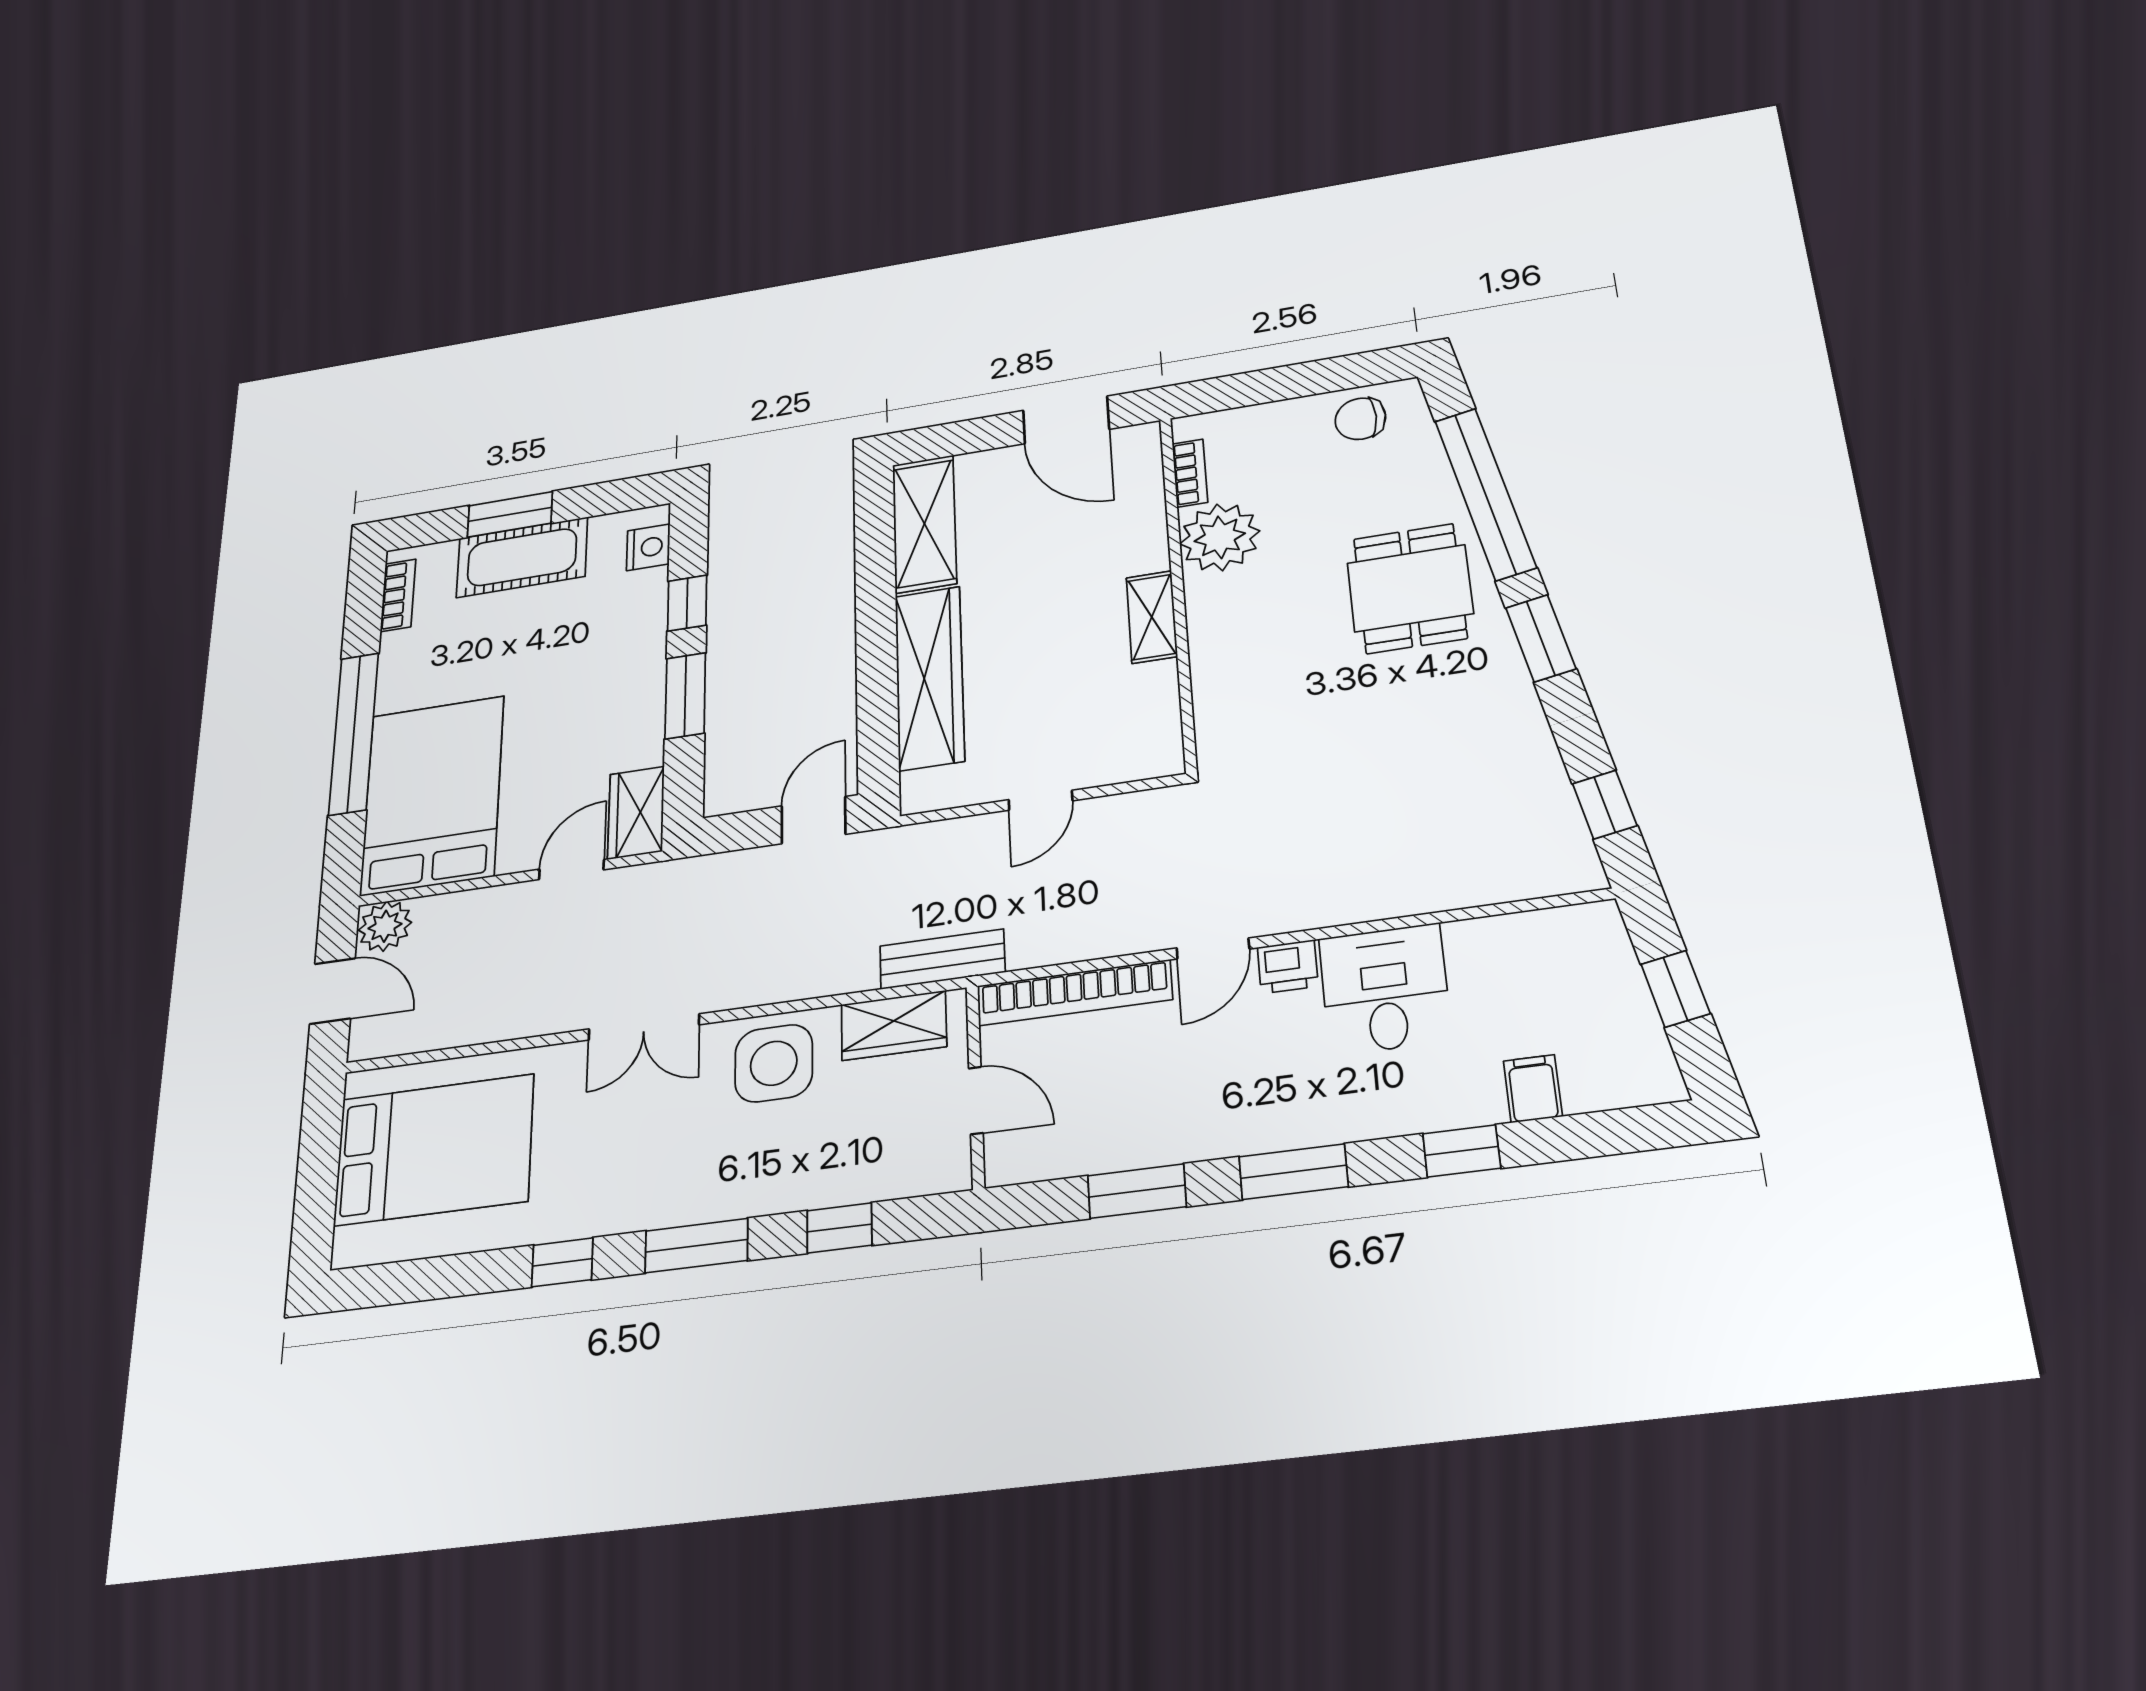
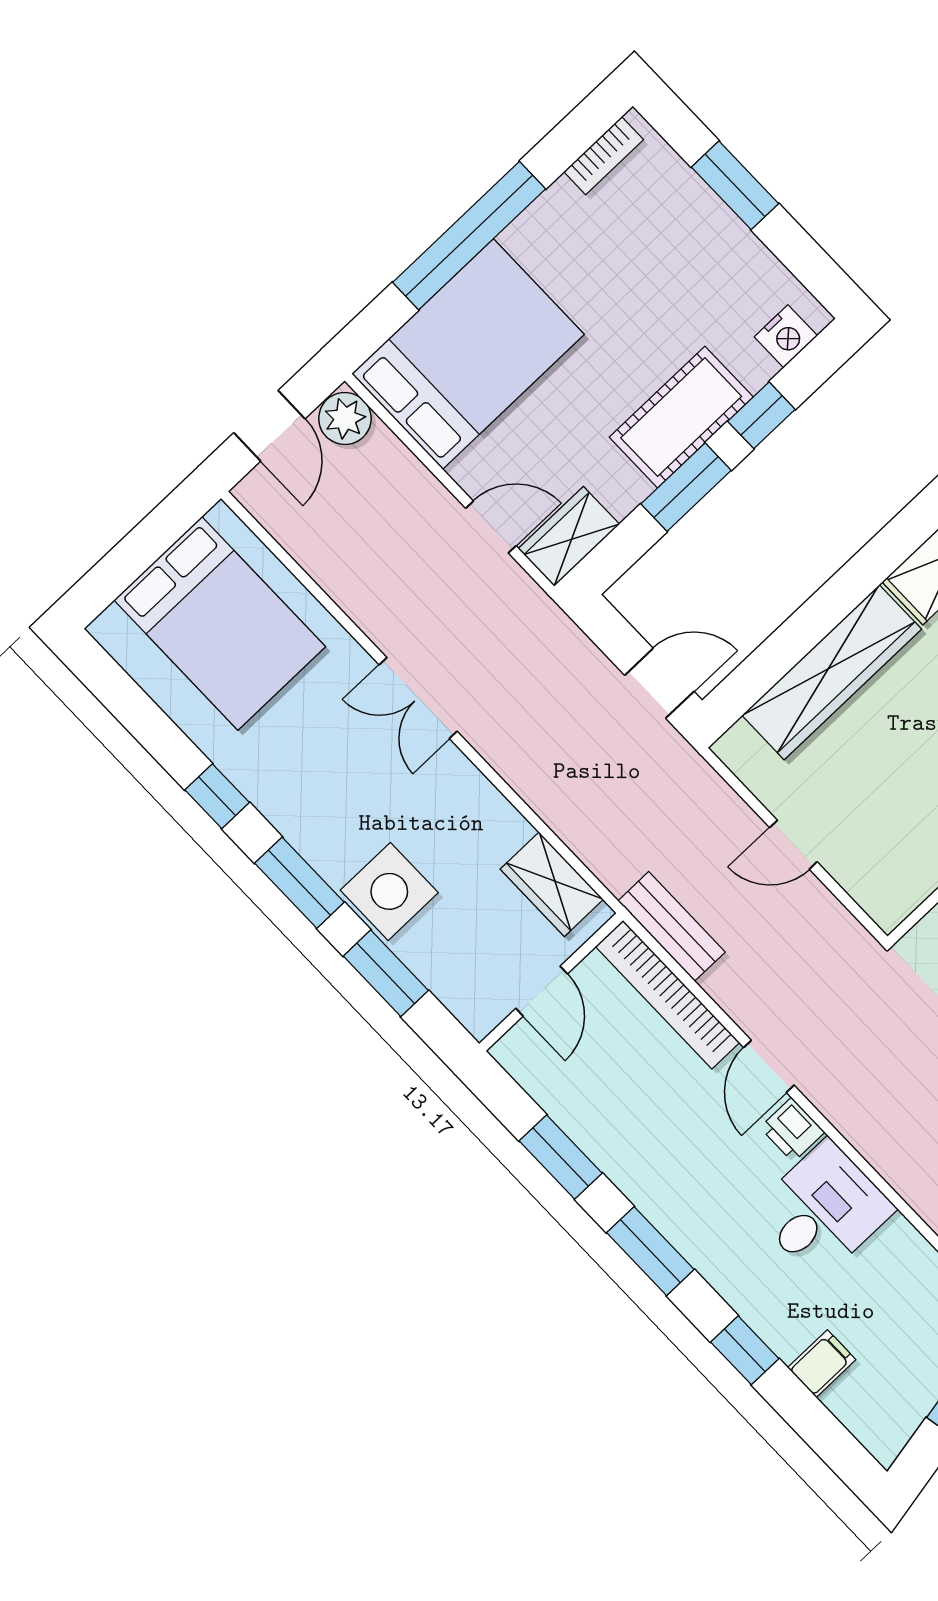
cot: (522, 557) -> (681, 417), moved, turned 90
door: (1213, 949) -> (769, 1066), hinge flipped
bench: (942, 959) -> (672, 926), moved
side table: (774, 1063) -> (389, 891), moved
window: (839, 1228) -> (386, 973), width x1.50

